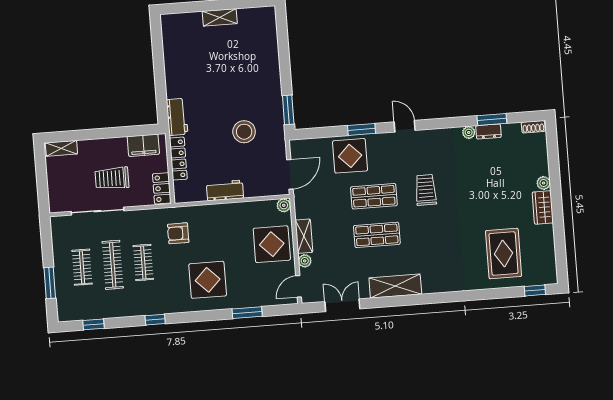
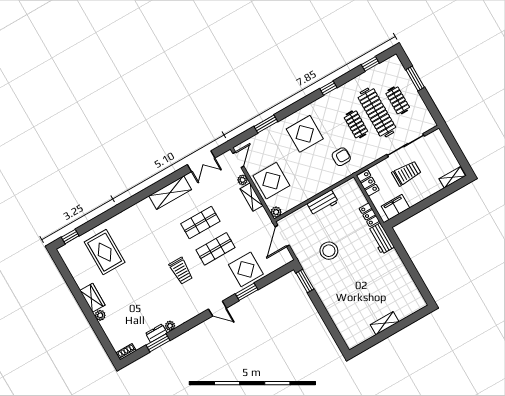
locker: (178, 159) -> (369, 215), width x0.66
clothes rail: (113, 265) -> (377, 112), width x1.37, depth x1.31

